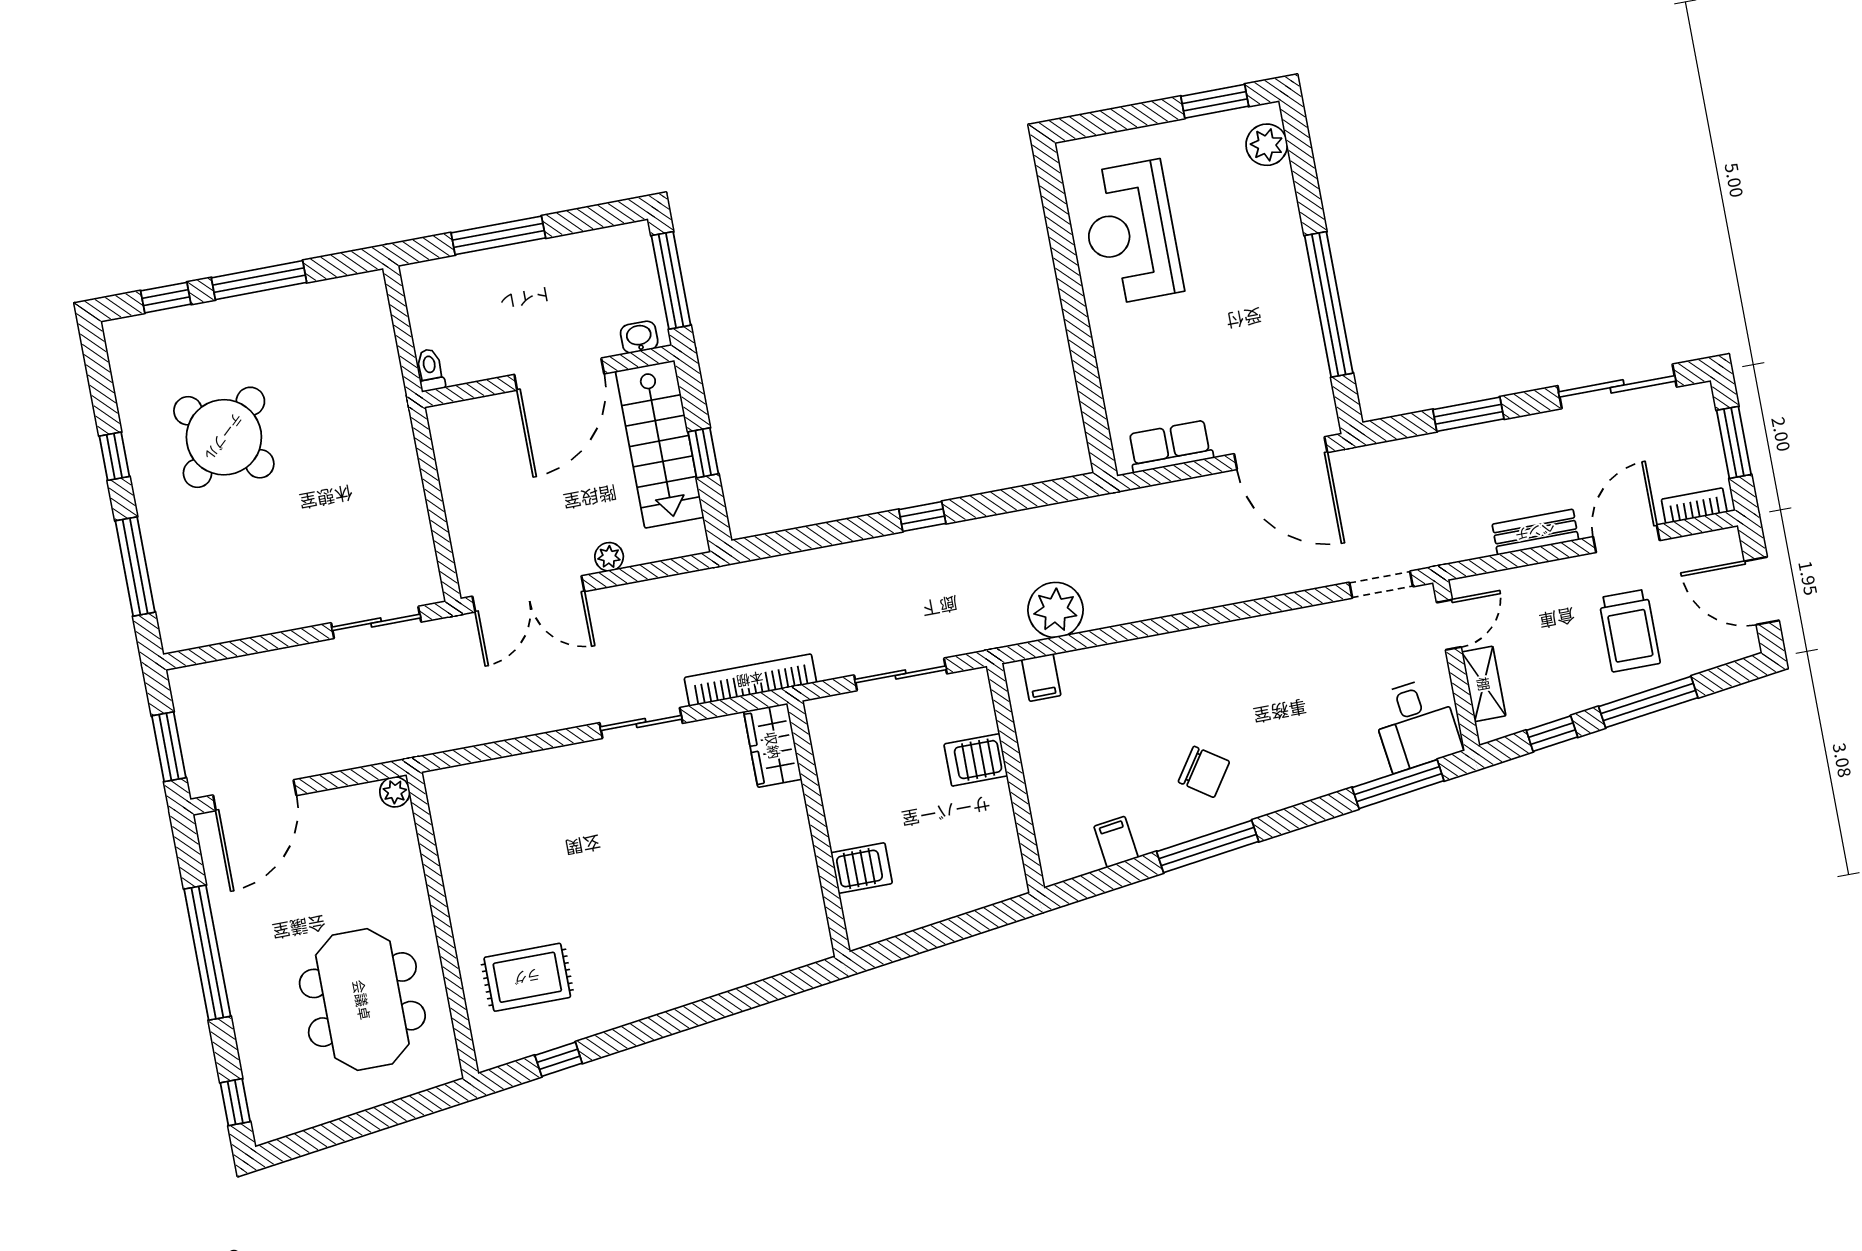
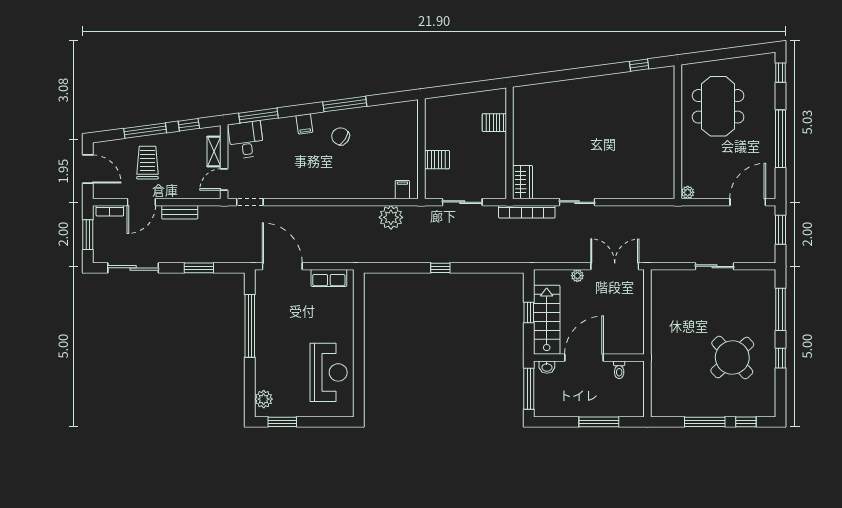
toilet: (430, 370) -> (619, 370), moved
sliding door: (376, 622) -> (714, 266), moved
filing cabinet: (1116, 842) -> (304, 124), moved
rug: (527, 977) -> (646, 103), removed

